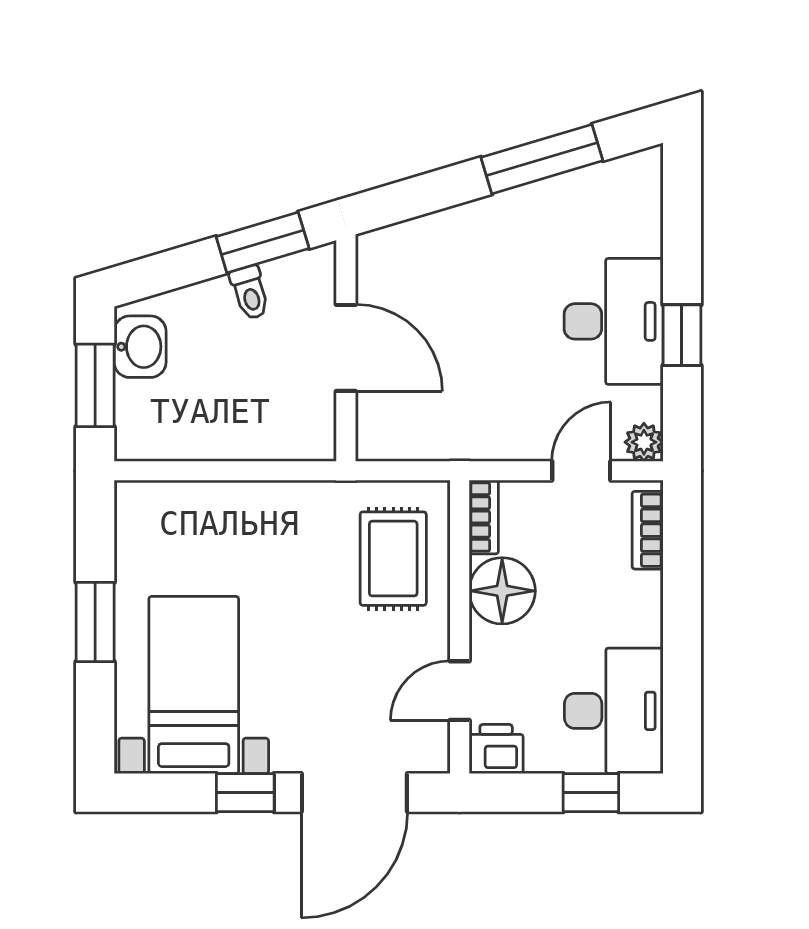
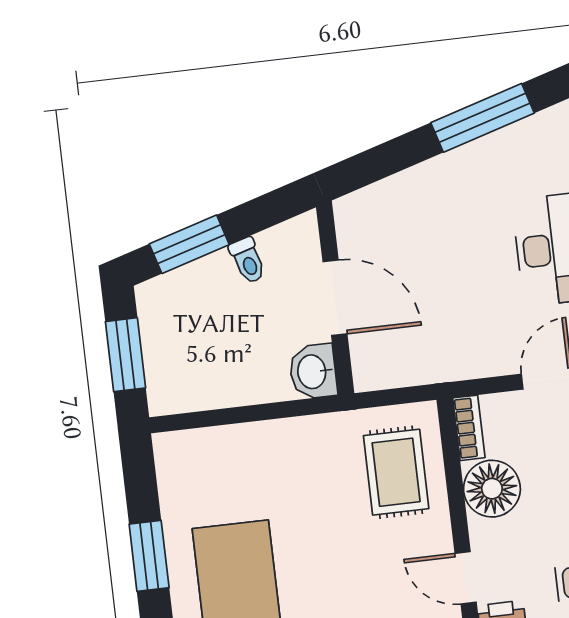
window: (263, 242) -> (189, 244), moved
washbasin: (140, 347) -> (313, 372), moved, turned 180
door: (460, 691) -> (466, 578), hinge flipped

